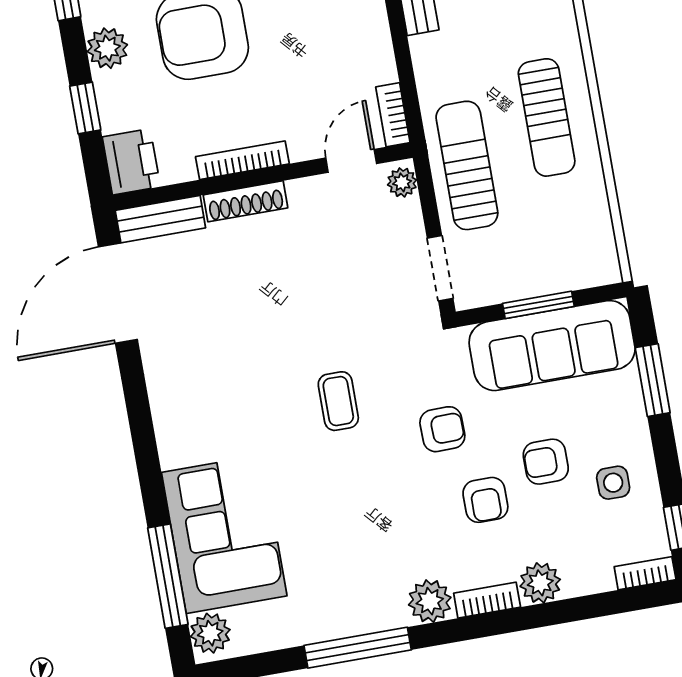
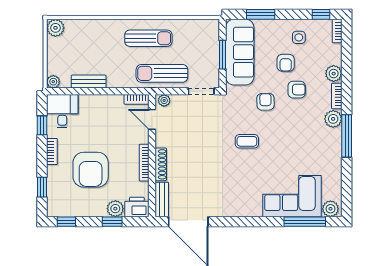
plant: (107, 48) -> (115, 209), moved
window: (358, 648) -> (347, 136), moved

